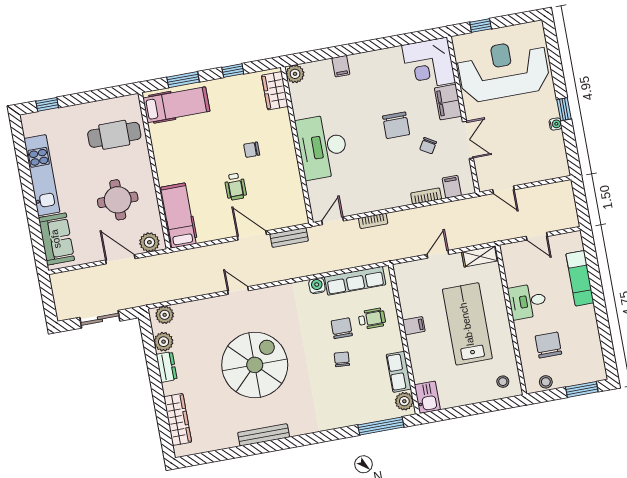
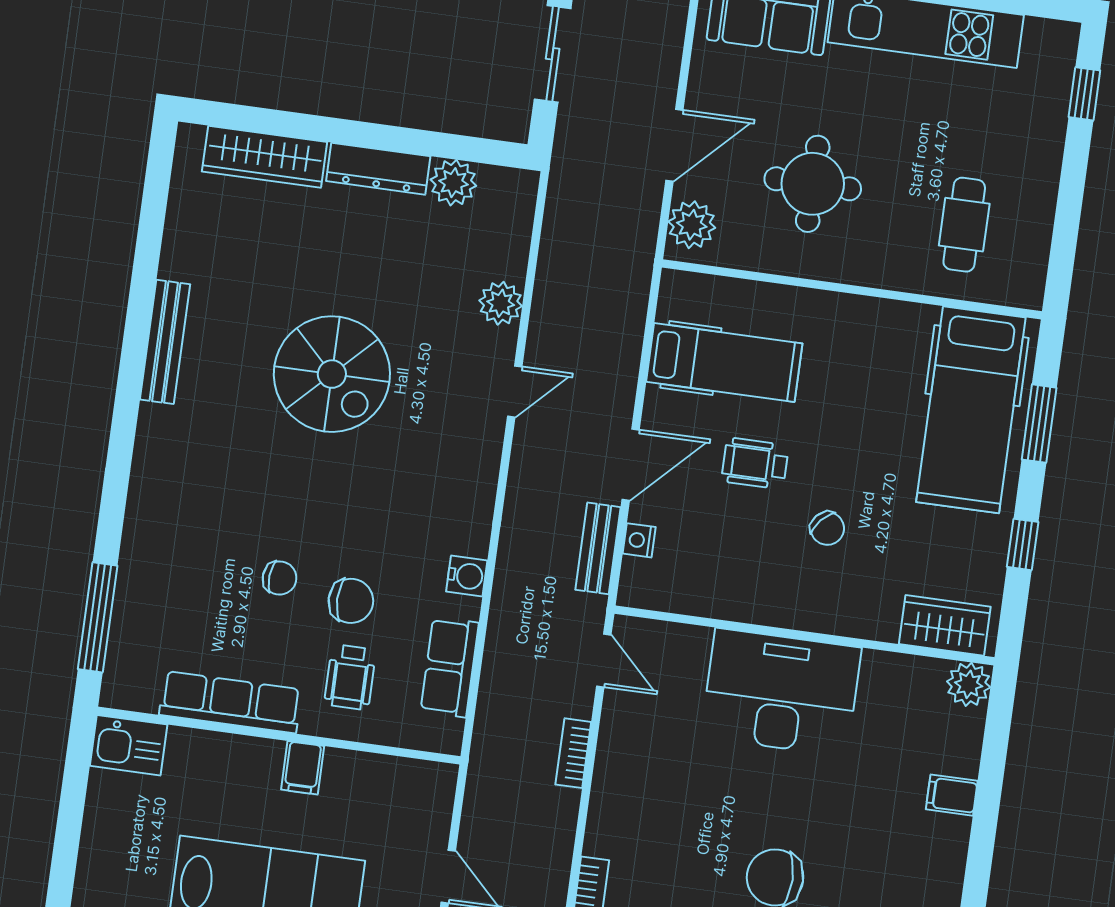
hospital bed: (176, 105) -> (971, 410), width x1.37, depth x1.29
cafe table: (114, 135) -> (964, 225), width x0.73, depth x0.74
chair: (252, 150) -> (827, 528), turned 132
hospital bed: (178, 215) -> (724, 363), moved
nightstand: (281, 222) -> (639, 540), added
row of seats: (355, 281) -> (450, 667), width x0.68
plant: (165, 315) -> (501, 303), moved
spiral stairs: (255, 365) -> (332, 374), width x0.73, depth x0.73
dresser: (167, 367) -> (378, 169), width x1.44
row of seats: (399, 372) -> (230, 702), width x1.48
plant: (404, 401) -> (137, 690), removed

